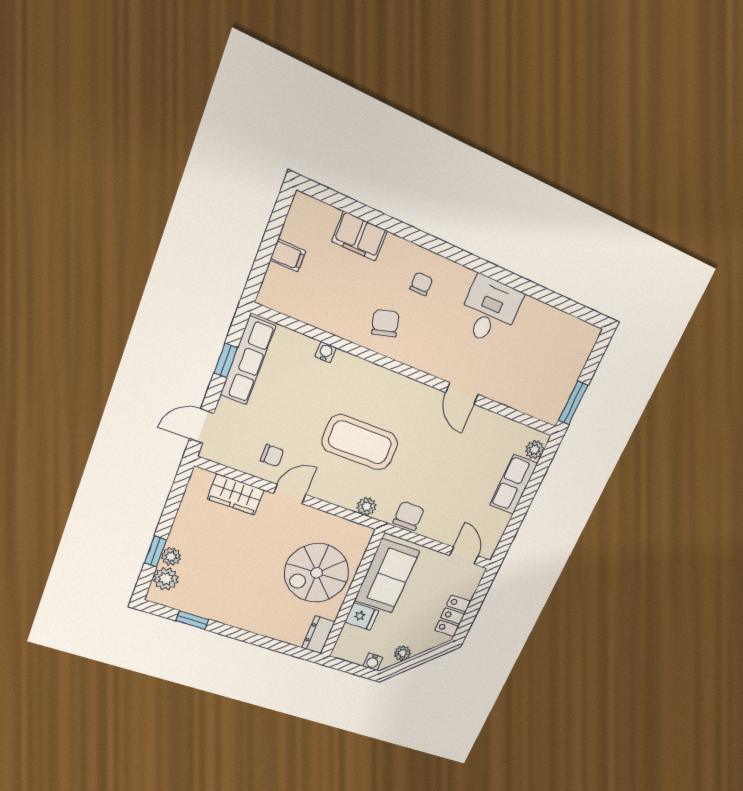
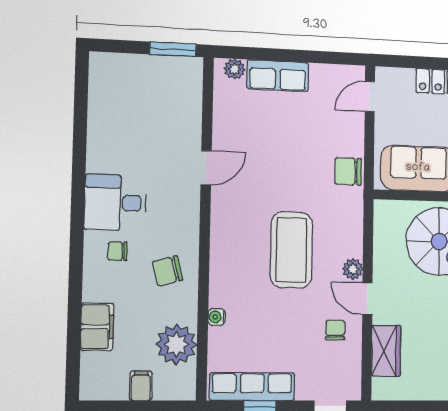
plant: (314, 305) -> (176, 344), added
desk: (490, 311) -> (115, 203), moved
plant: (367, 506) -> (353, 269), moved

